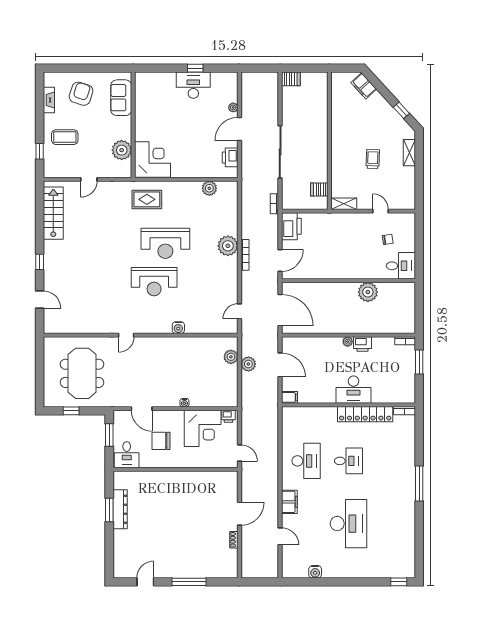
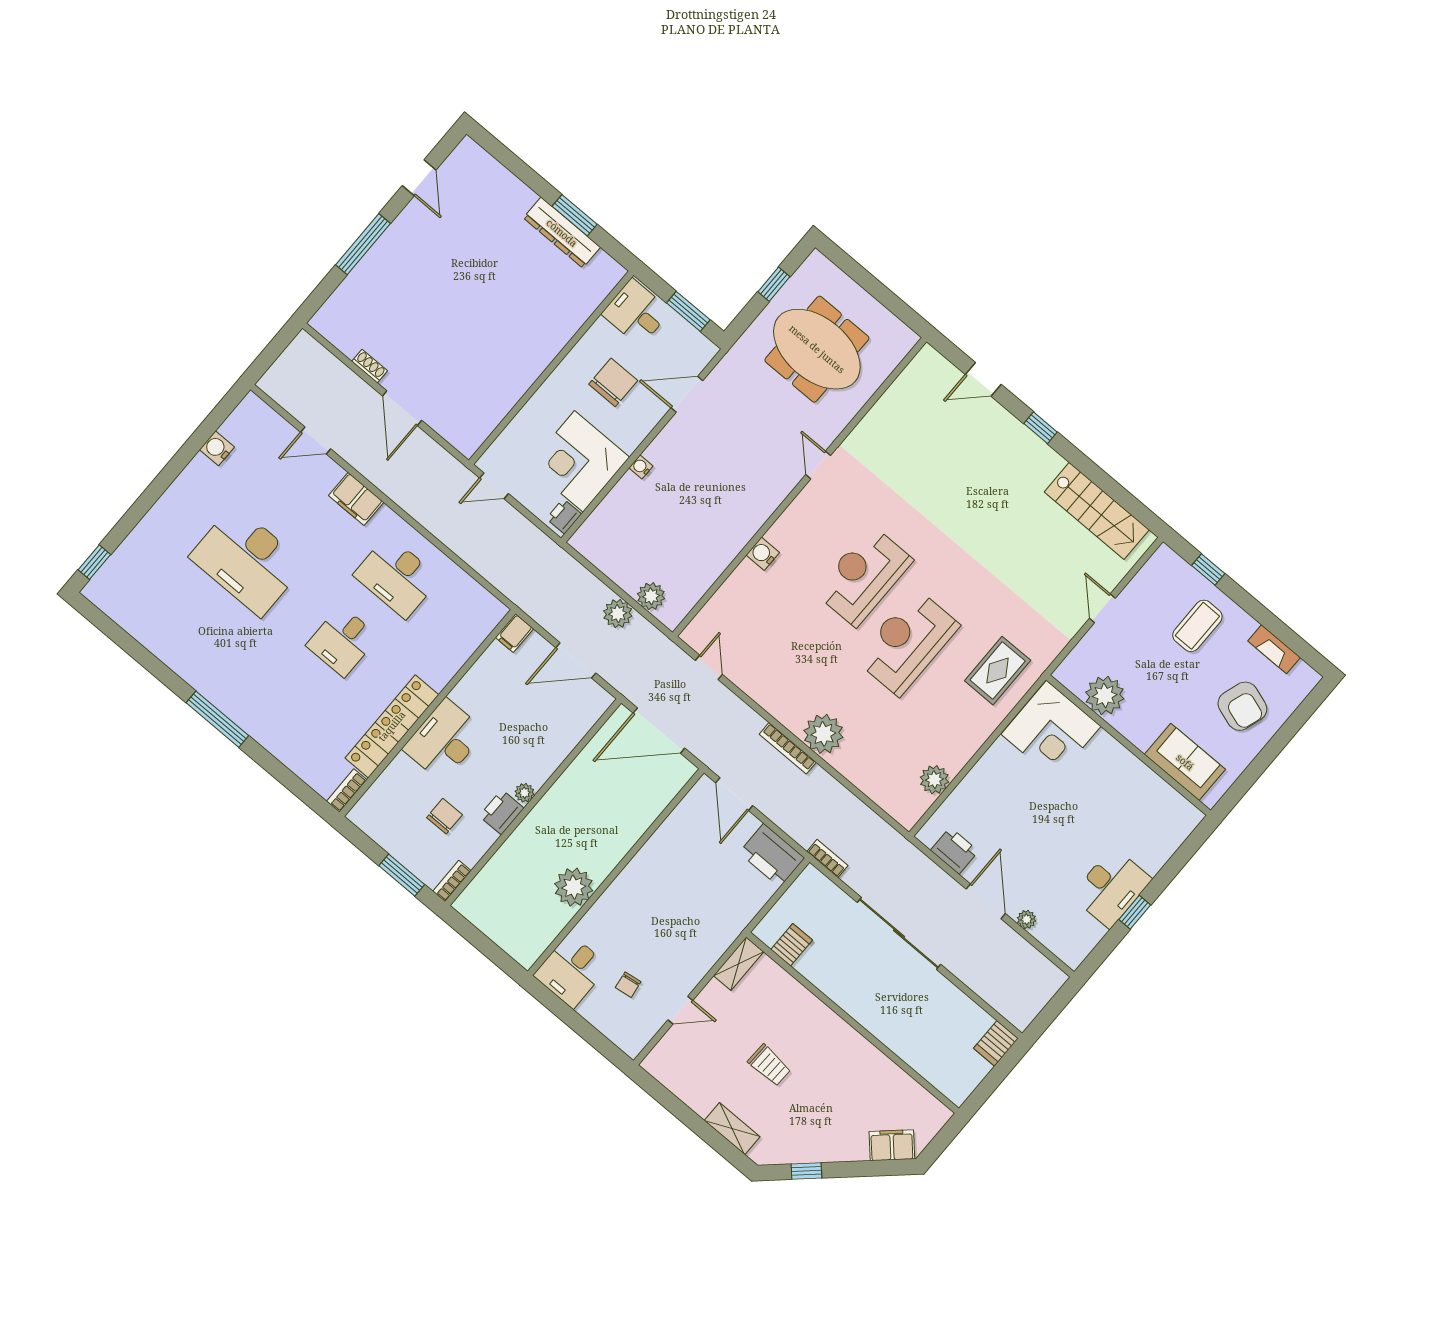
chair: (383, 365) -> (444, 816), added

